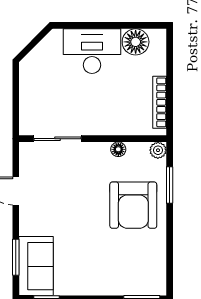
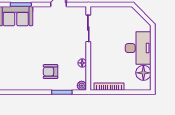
armchair: (133, 205) -> (50, 72), width x0.53, depth x0.53

